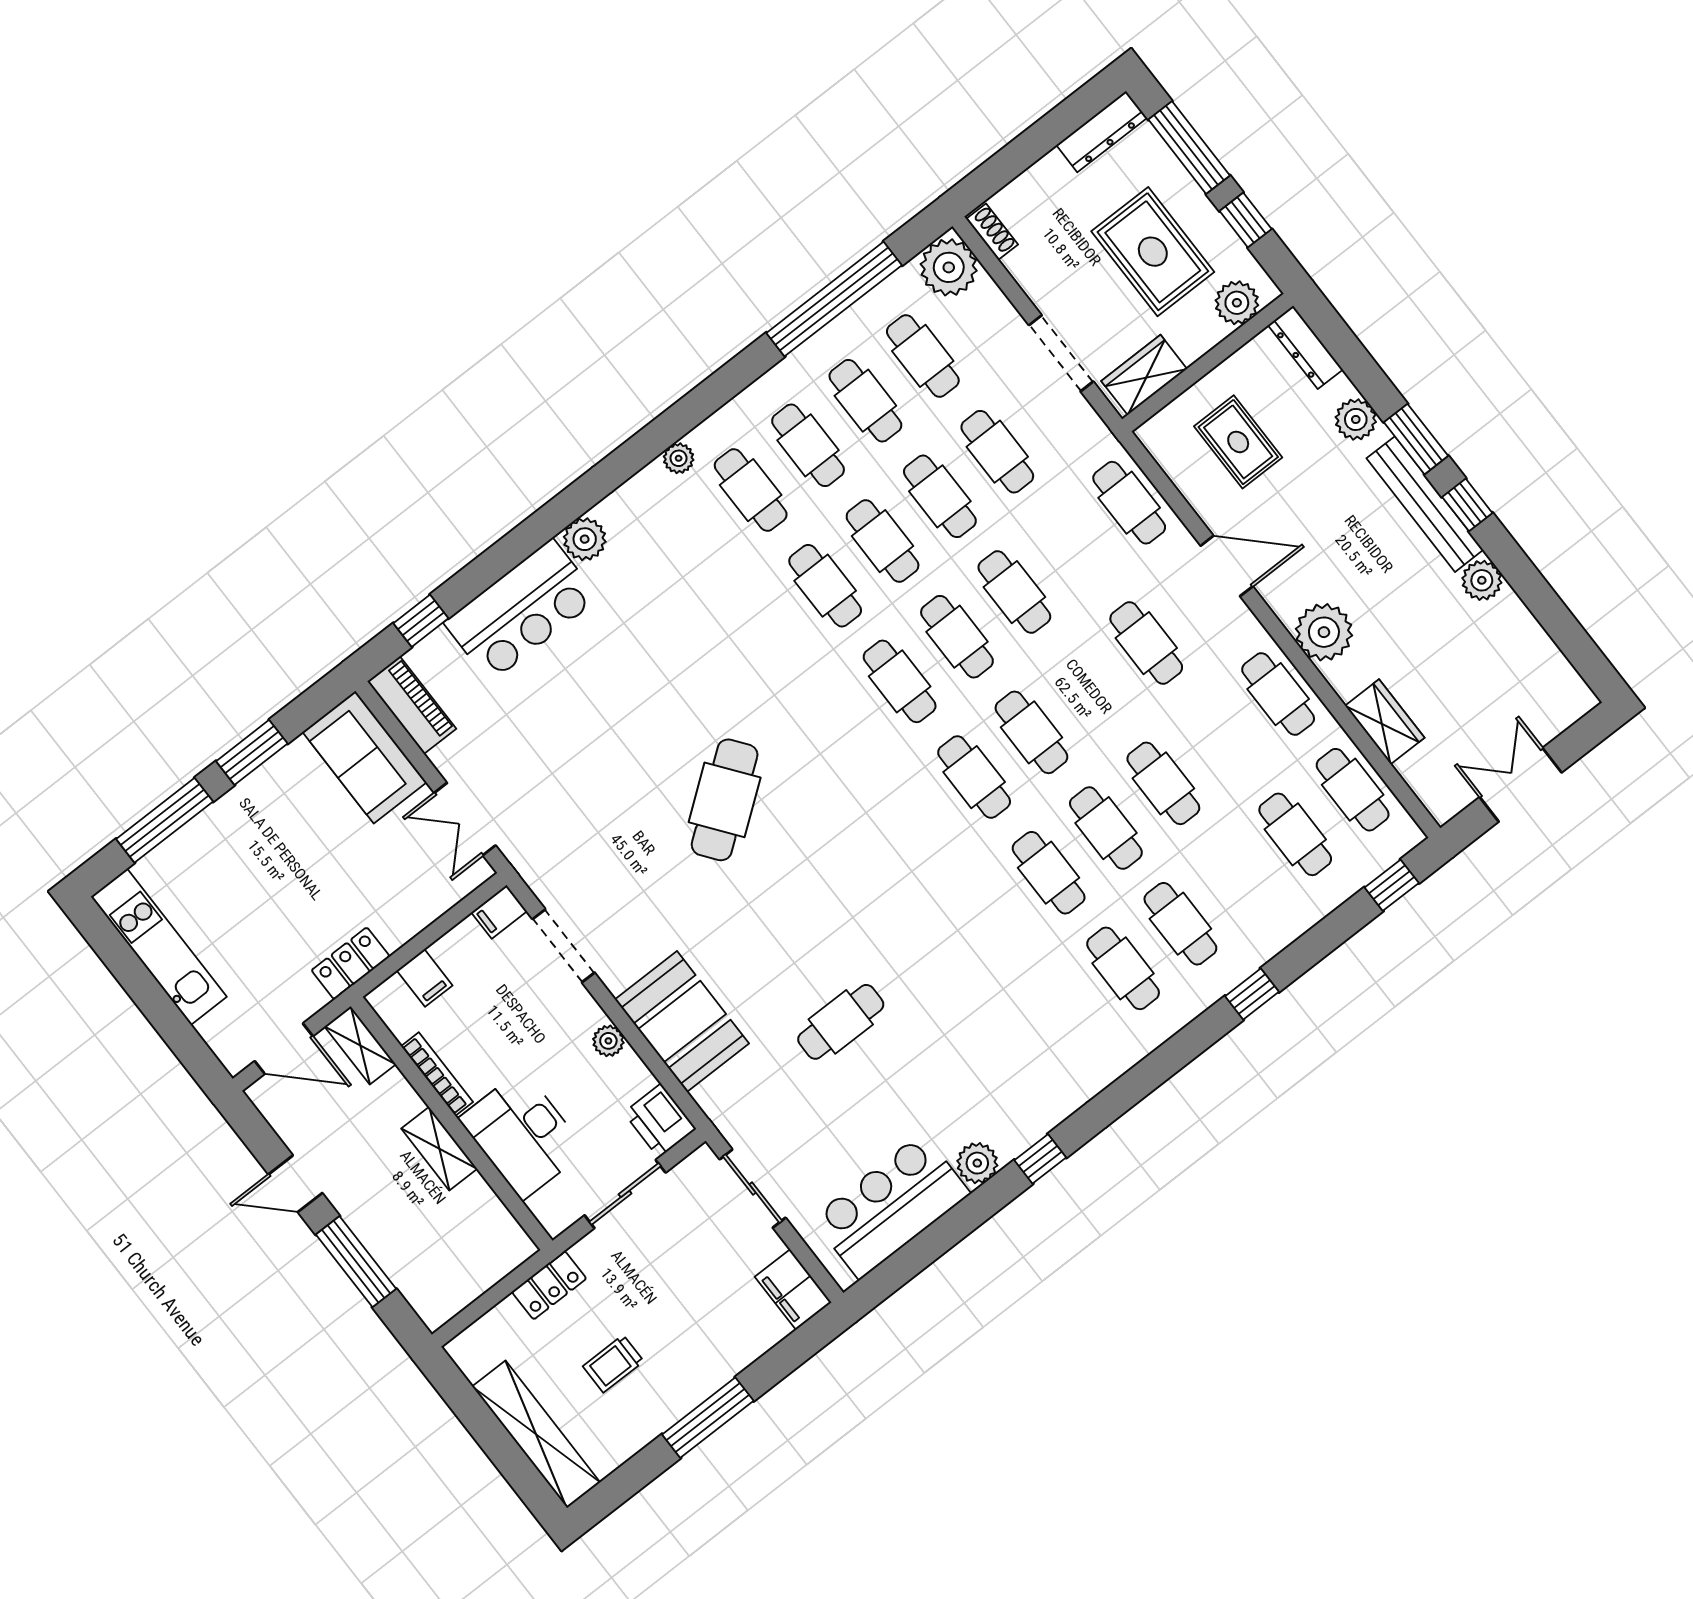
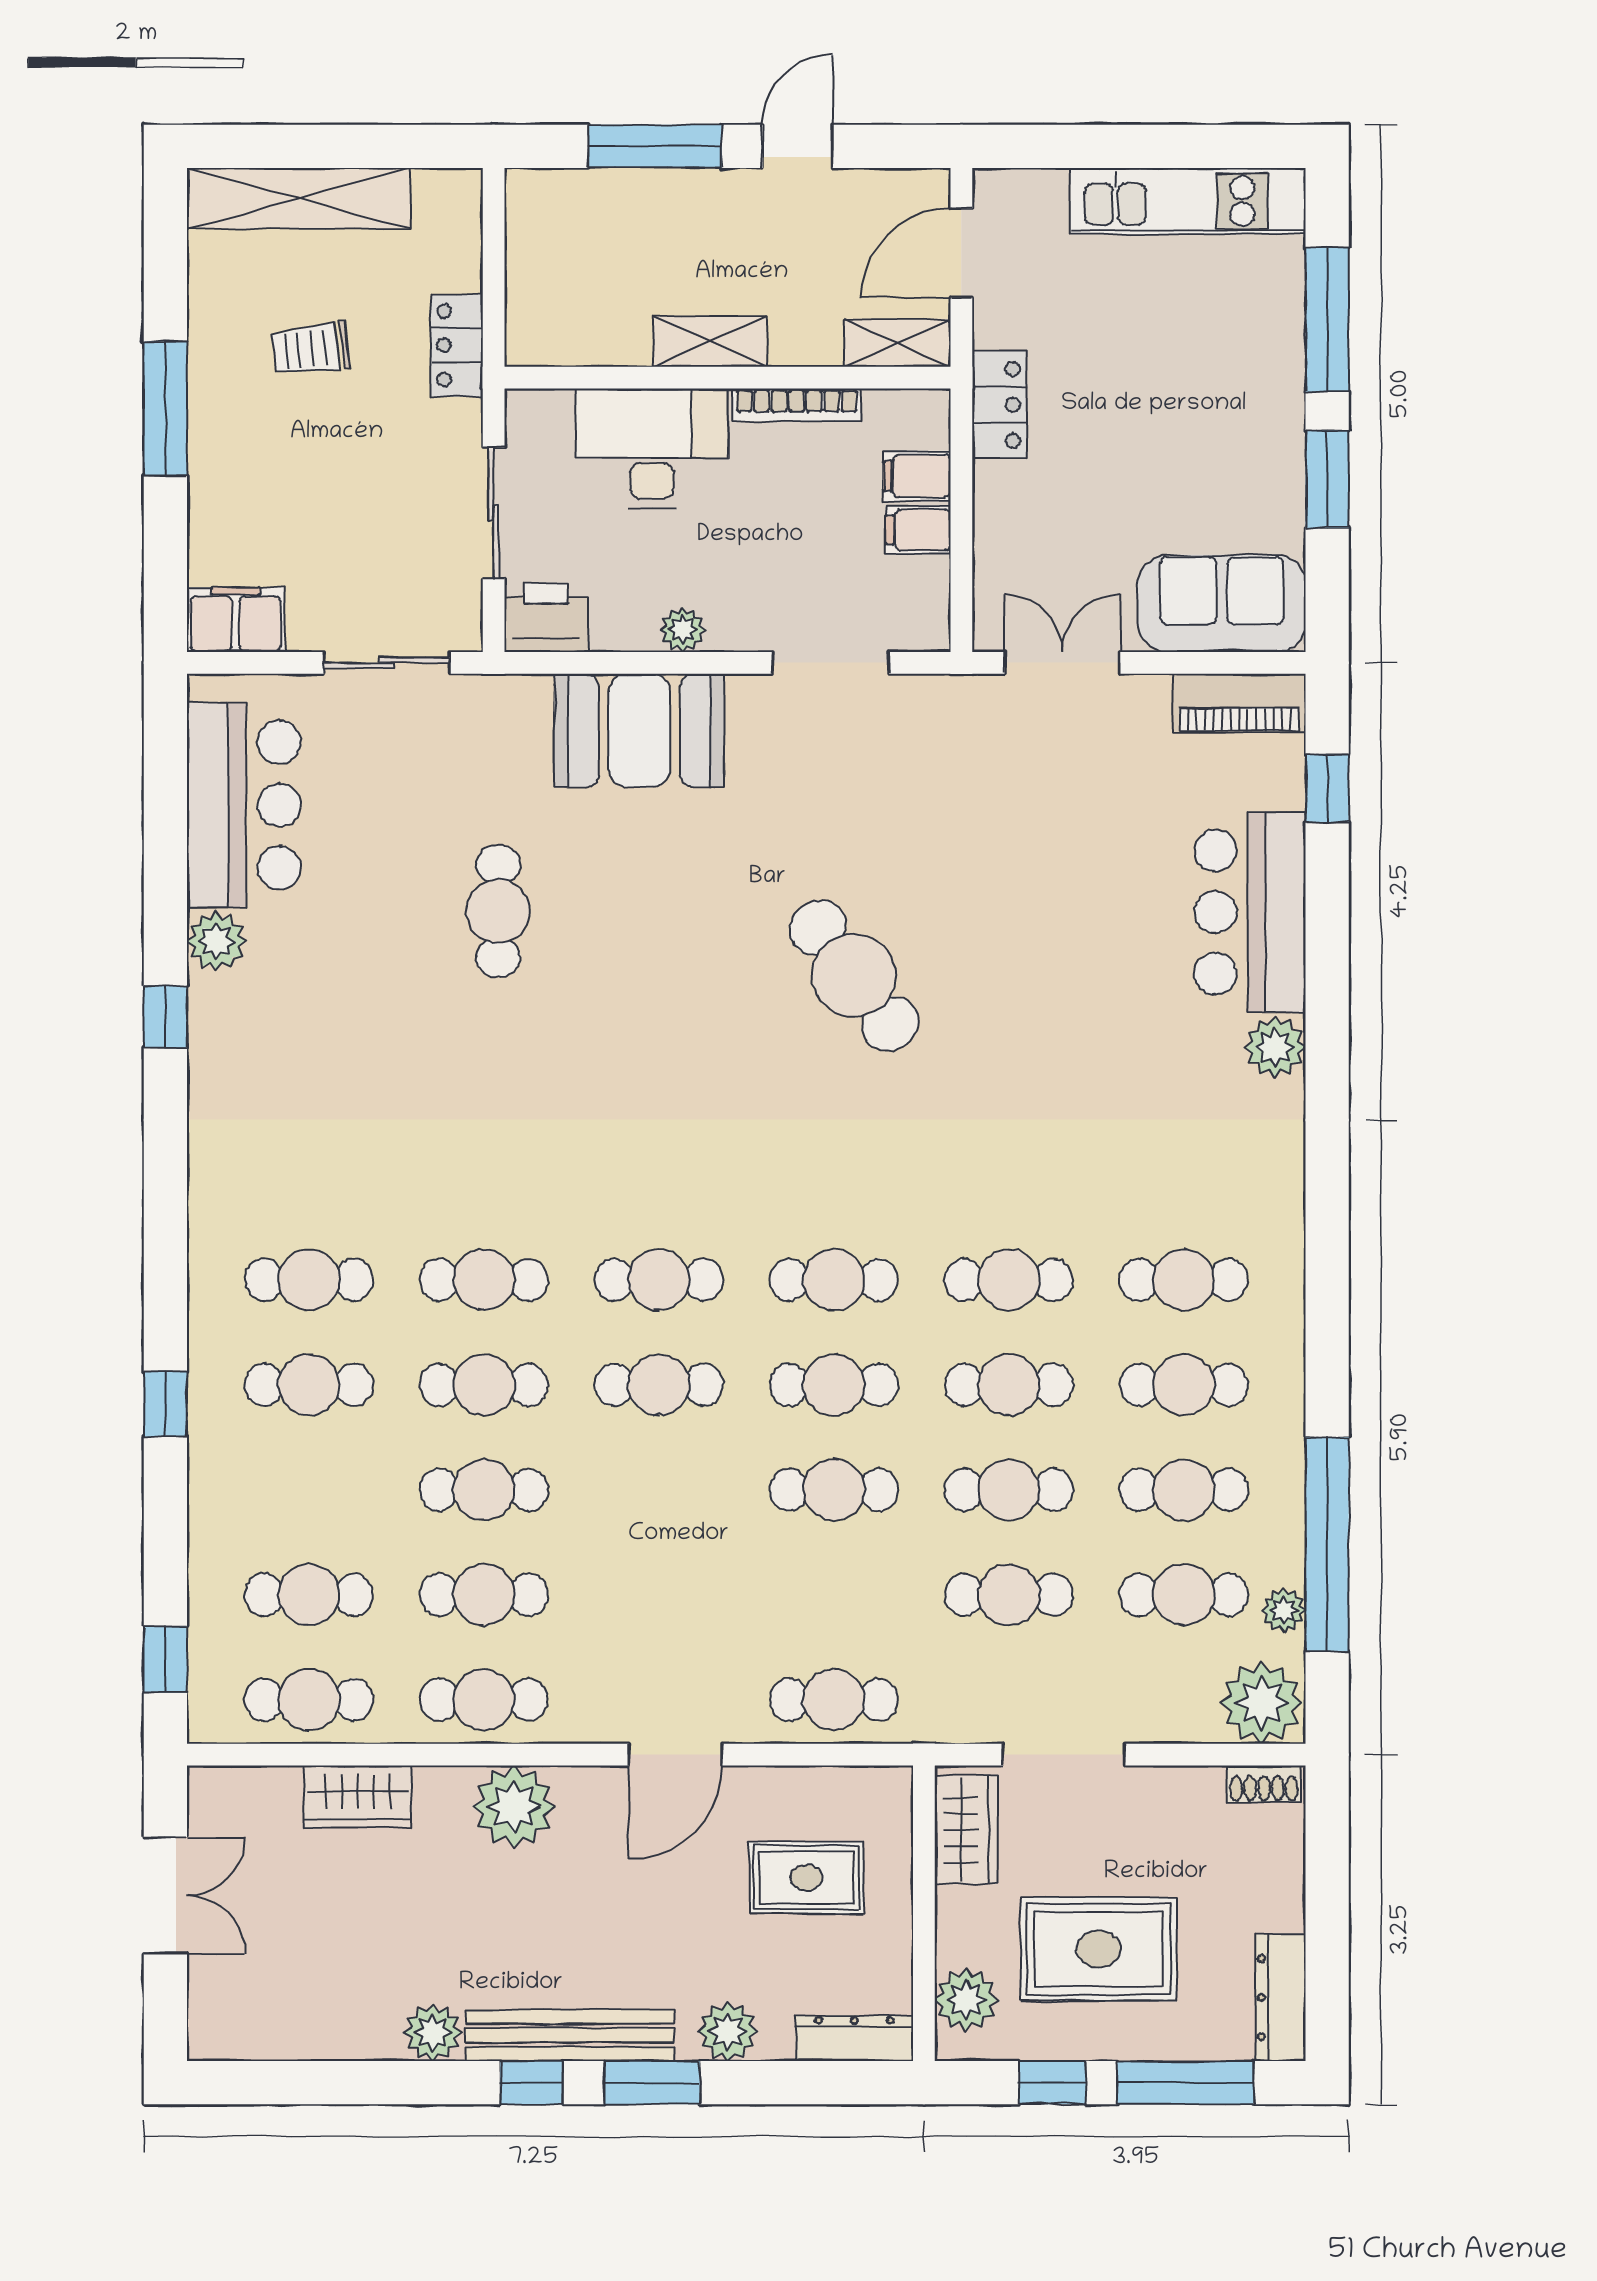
plant: (679, 458) -> (1284, 1610), moved
cafe table: (1146, 643) -> (484, 1595), moved
filing cabinet: (499, 912) -> (918, 530), moved, turned -90
trolley: (613, 1364) -> (311, 349), turned -97

